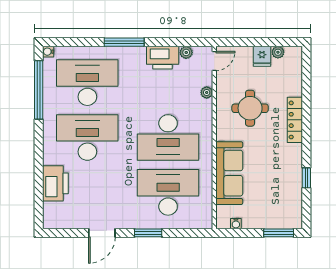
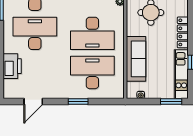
locker: (295, 120) -> (183, 32), moved
kitchen unit: (293, 195) -> (181, 74), added
door: (102, 233) -> (33, 101), moved

